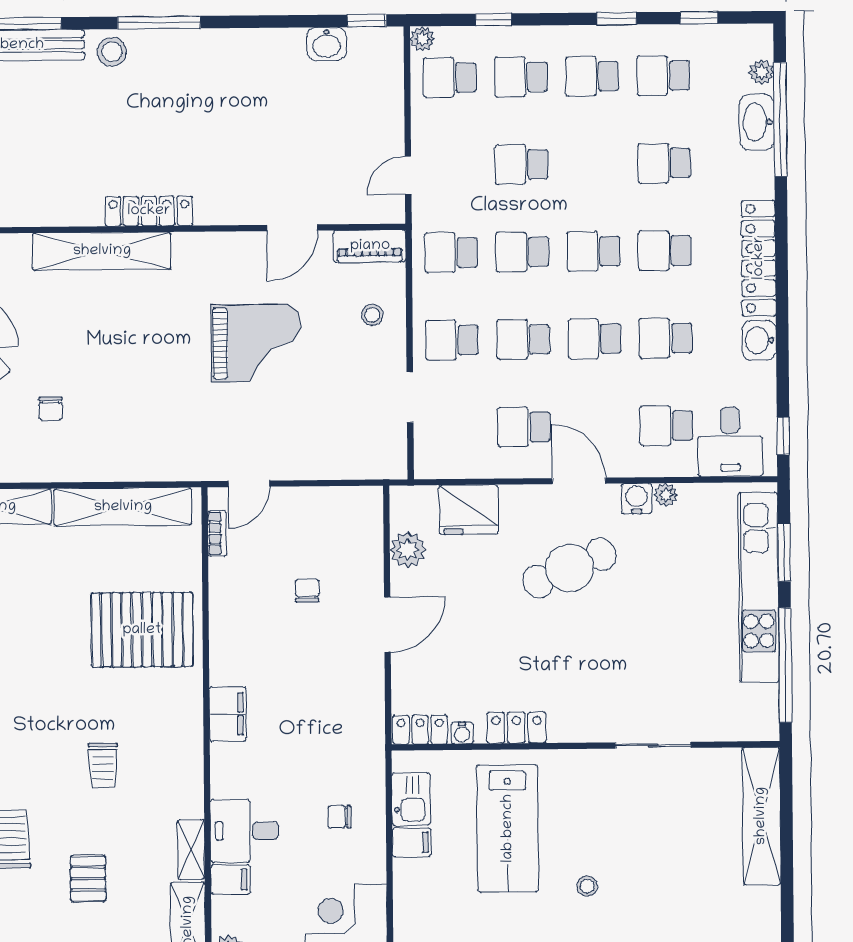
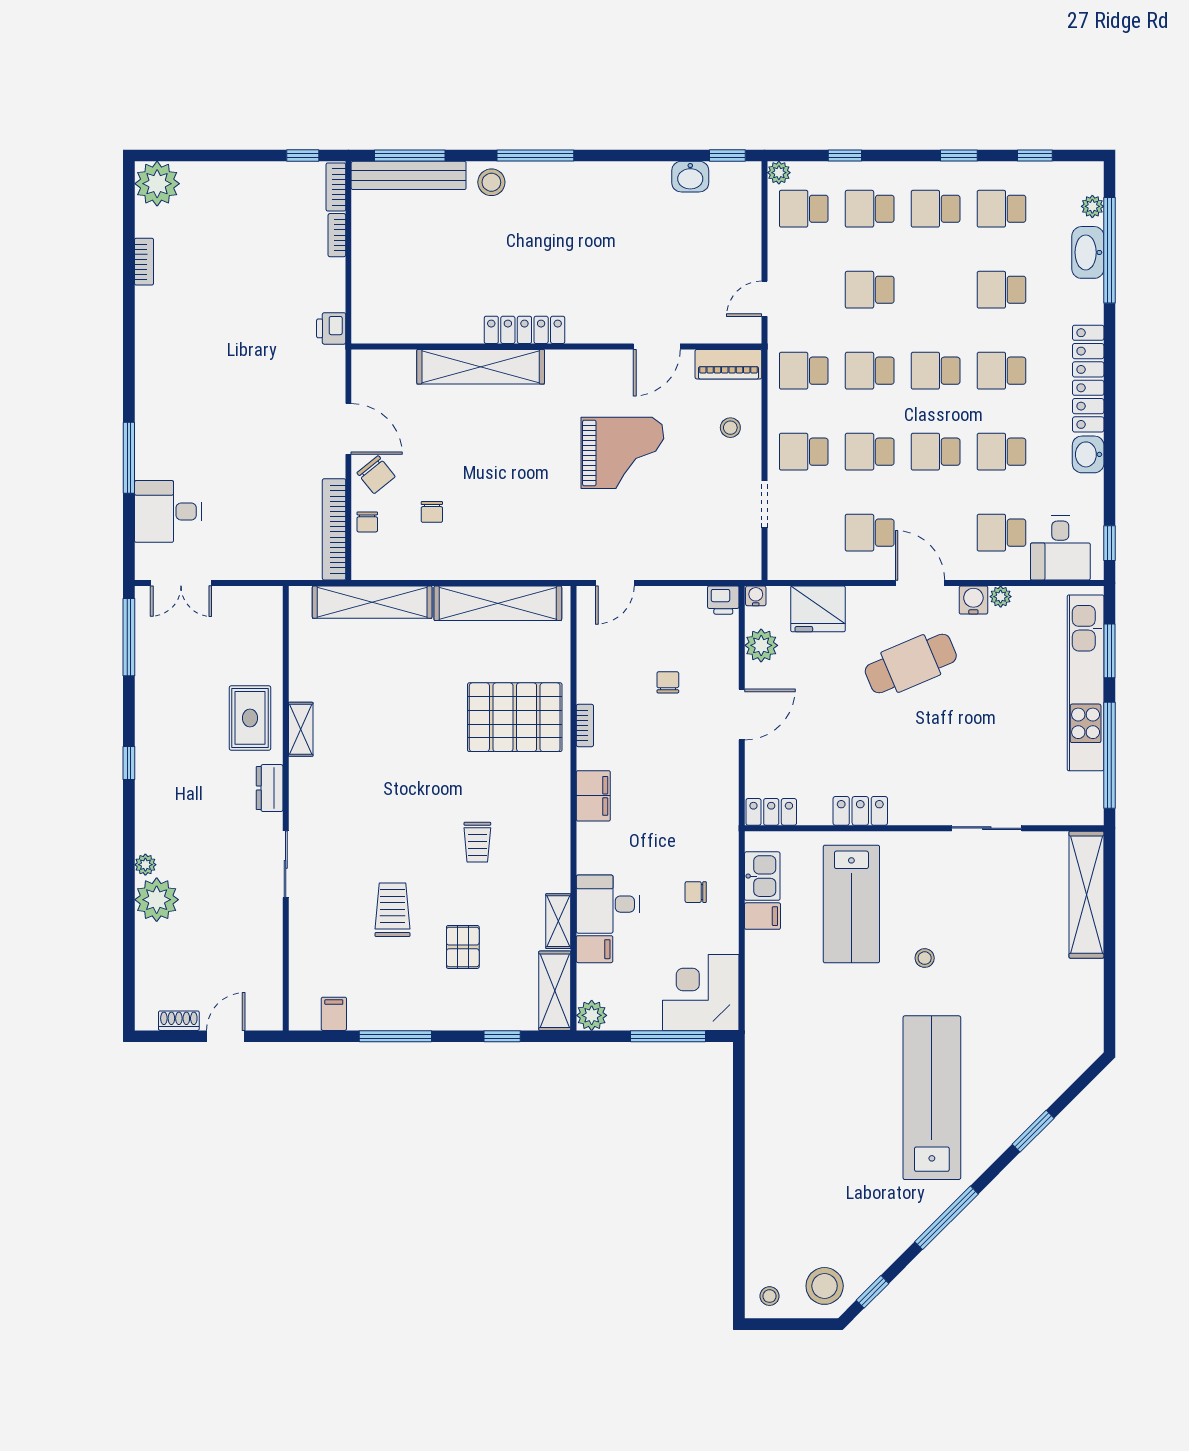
printer: (366, 501) -> (723, 600), added
bookcase: (217, 533) -> (585, 725), moved
water cooler: (462, 733) -> (756, 596), moved, turned 180

